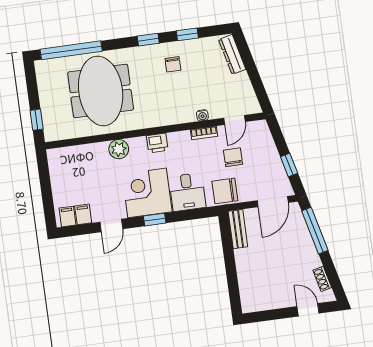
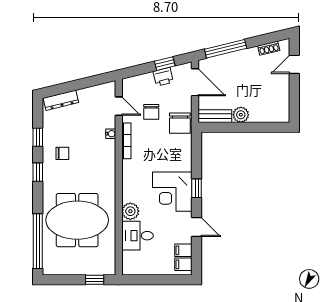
bookcase: (204, 133) -> (126, 141), width x1.56
printer: (157, 143) -> (163, 77), moved, turned 76
chair: (233, 157) -> (151, 112), turned -89
desk: (187, 192) -> (137, 236), moved, turned 180
plant: (244, 258) -> (241, 115), added

